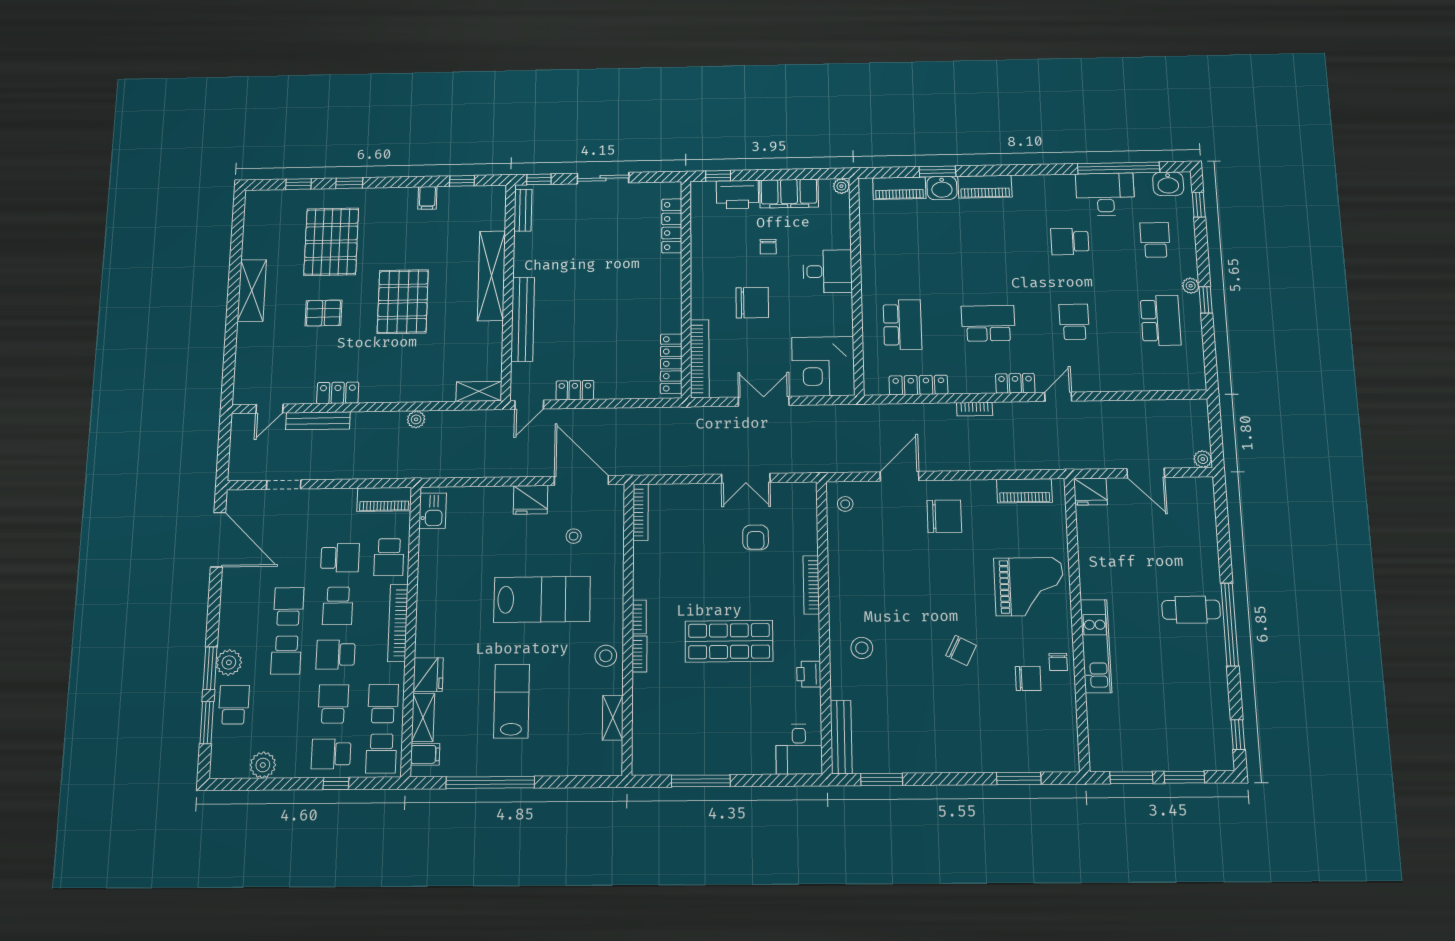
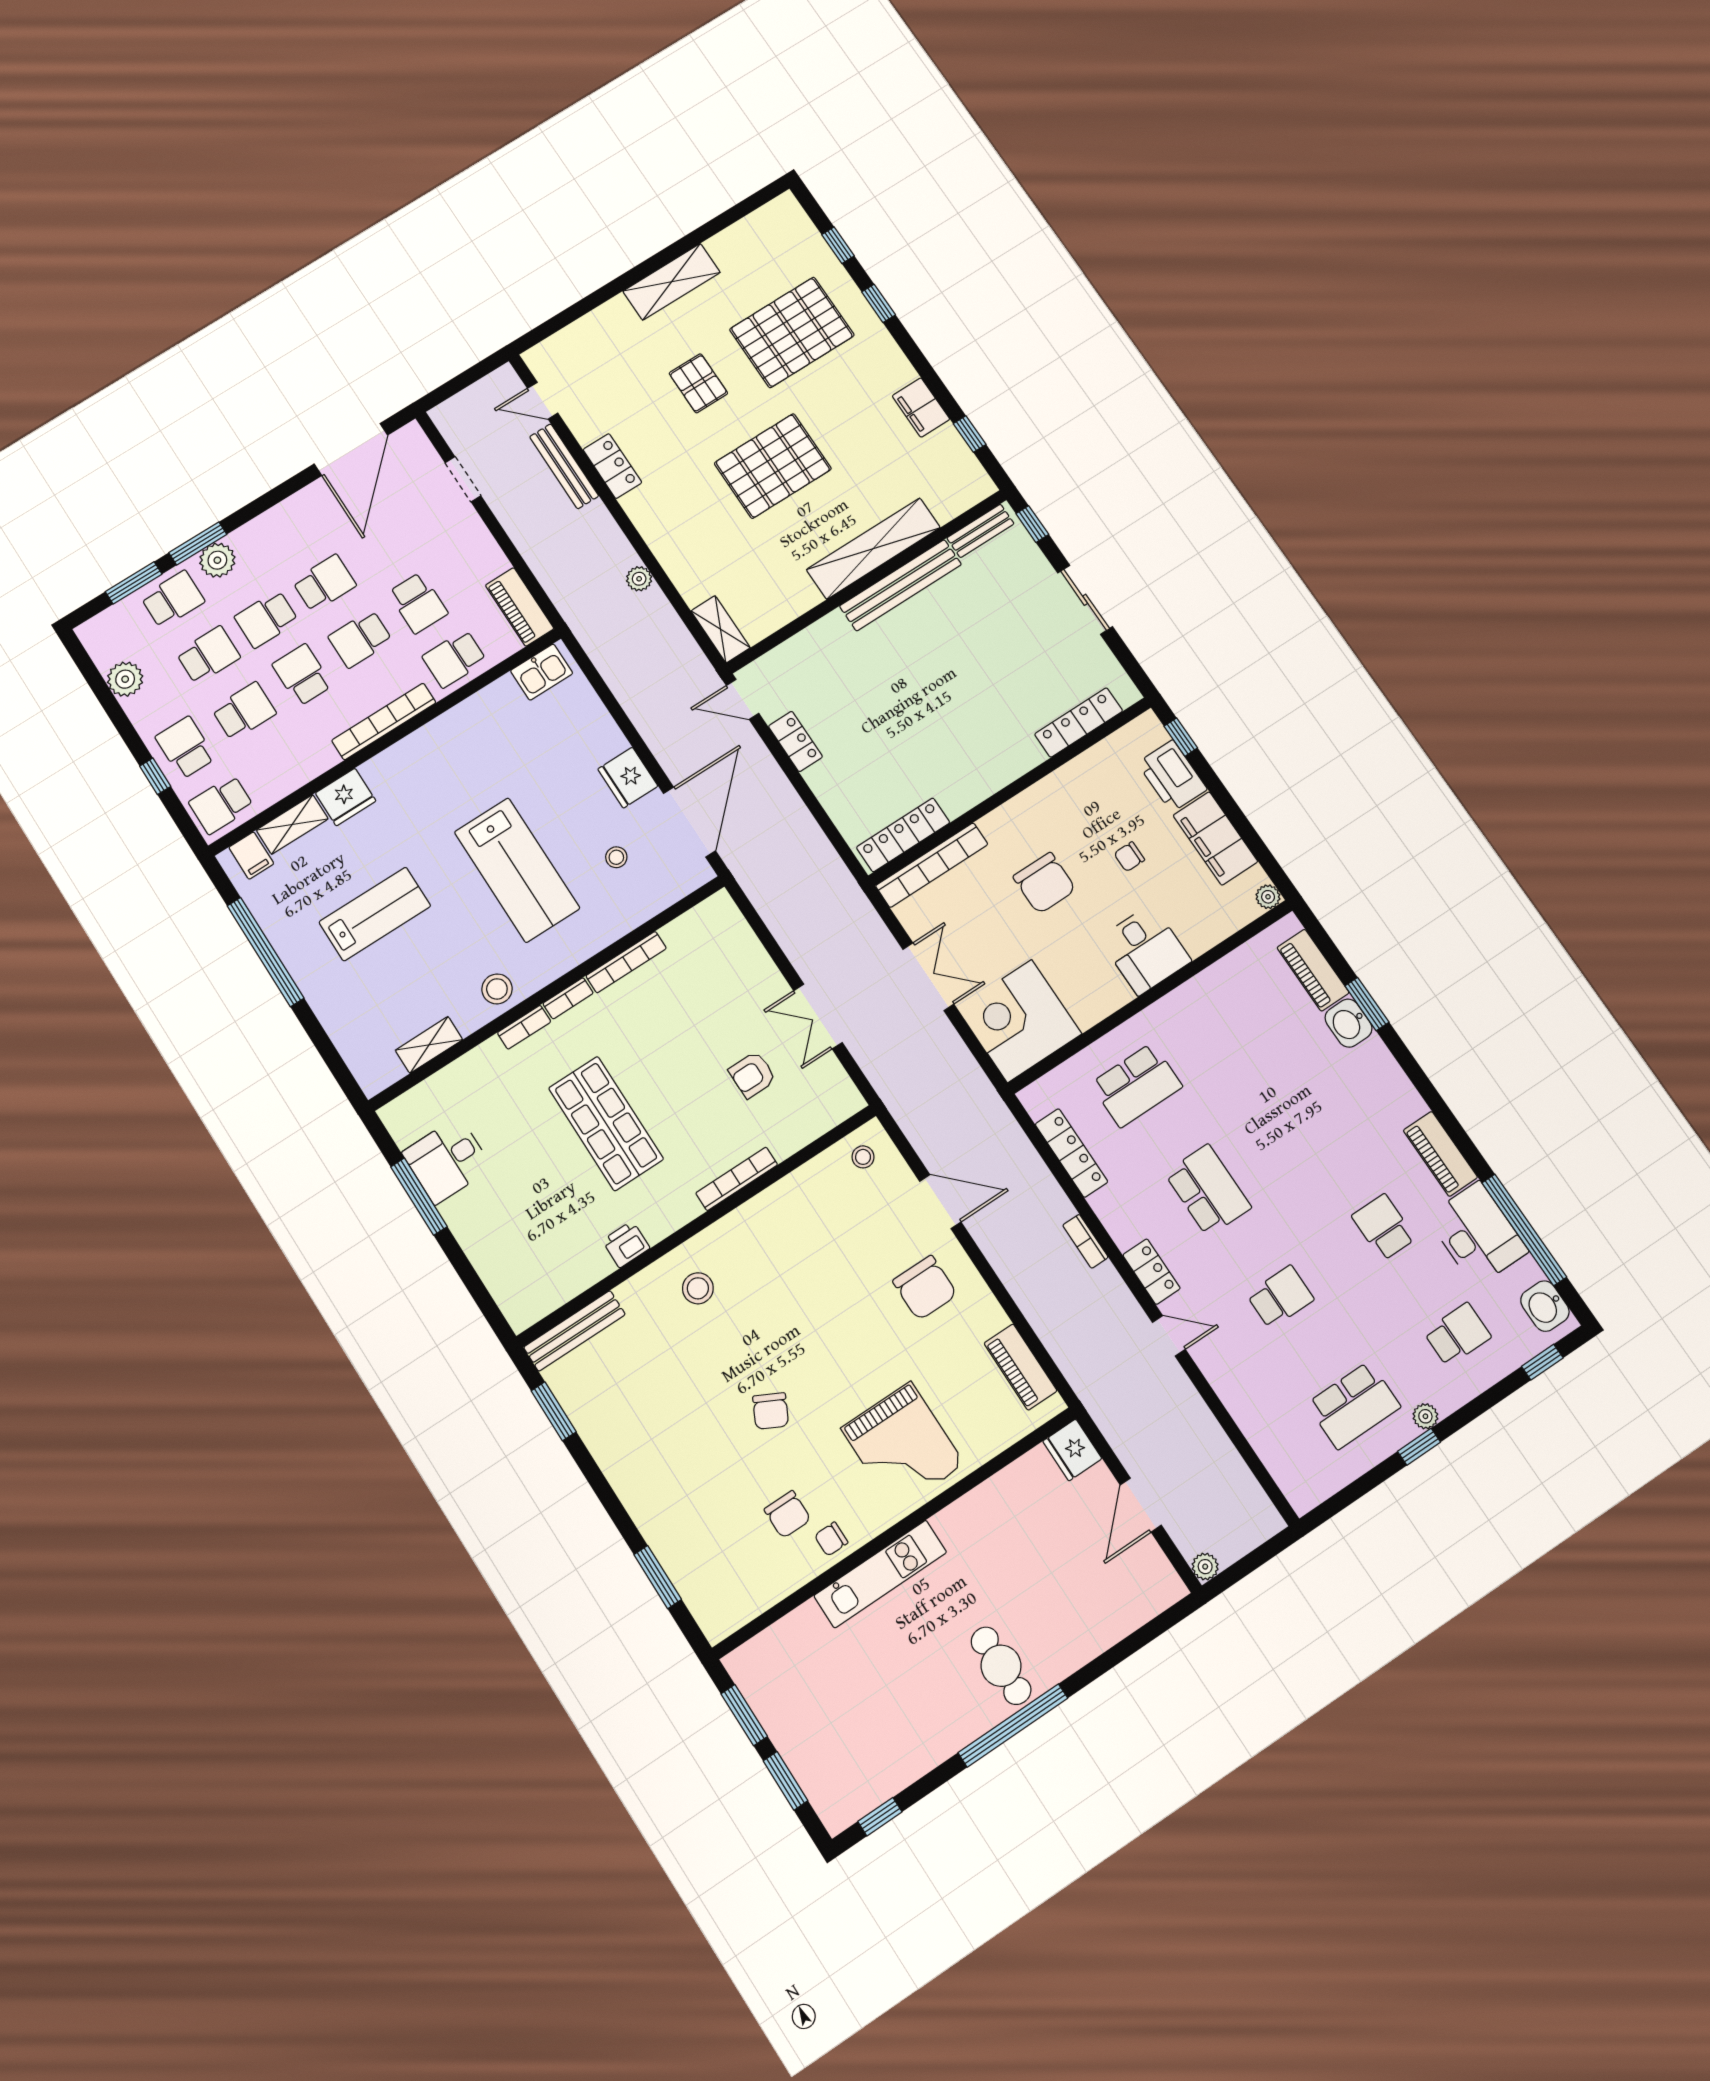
piano: (985, 187) -> (1440, 1154), moved
filing cabinet: (427, 198) -> (921, 408), width x2.00
bench: (523, 319) -> (901, 585), moved
bookcase: (640, 512) -> (626, 962), moved
school desk: (383, 703) -> (208, 655), moved
desk: (799, 749) -> (447, 1160), moved

